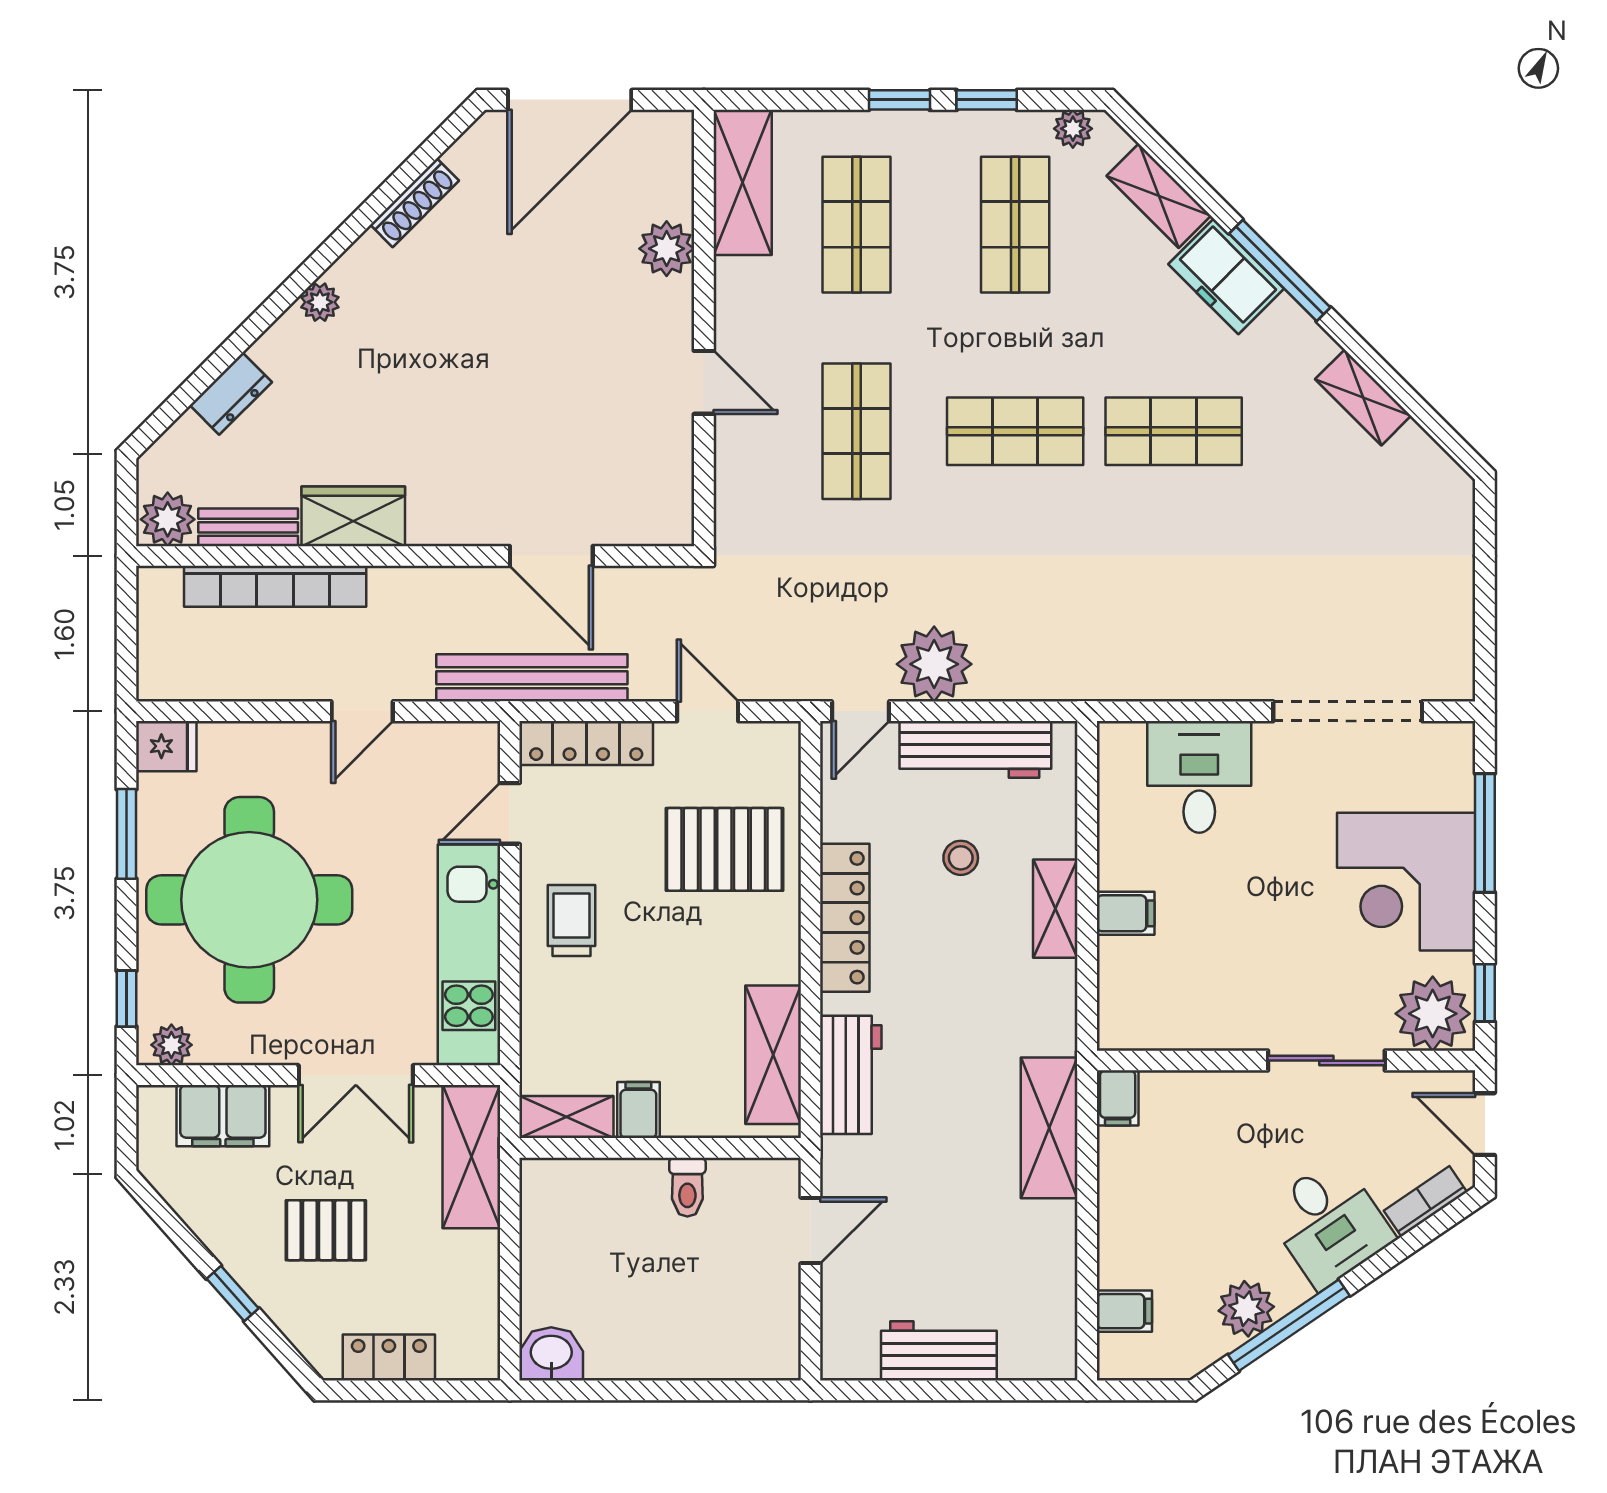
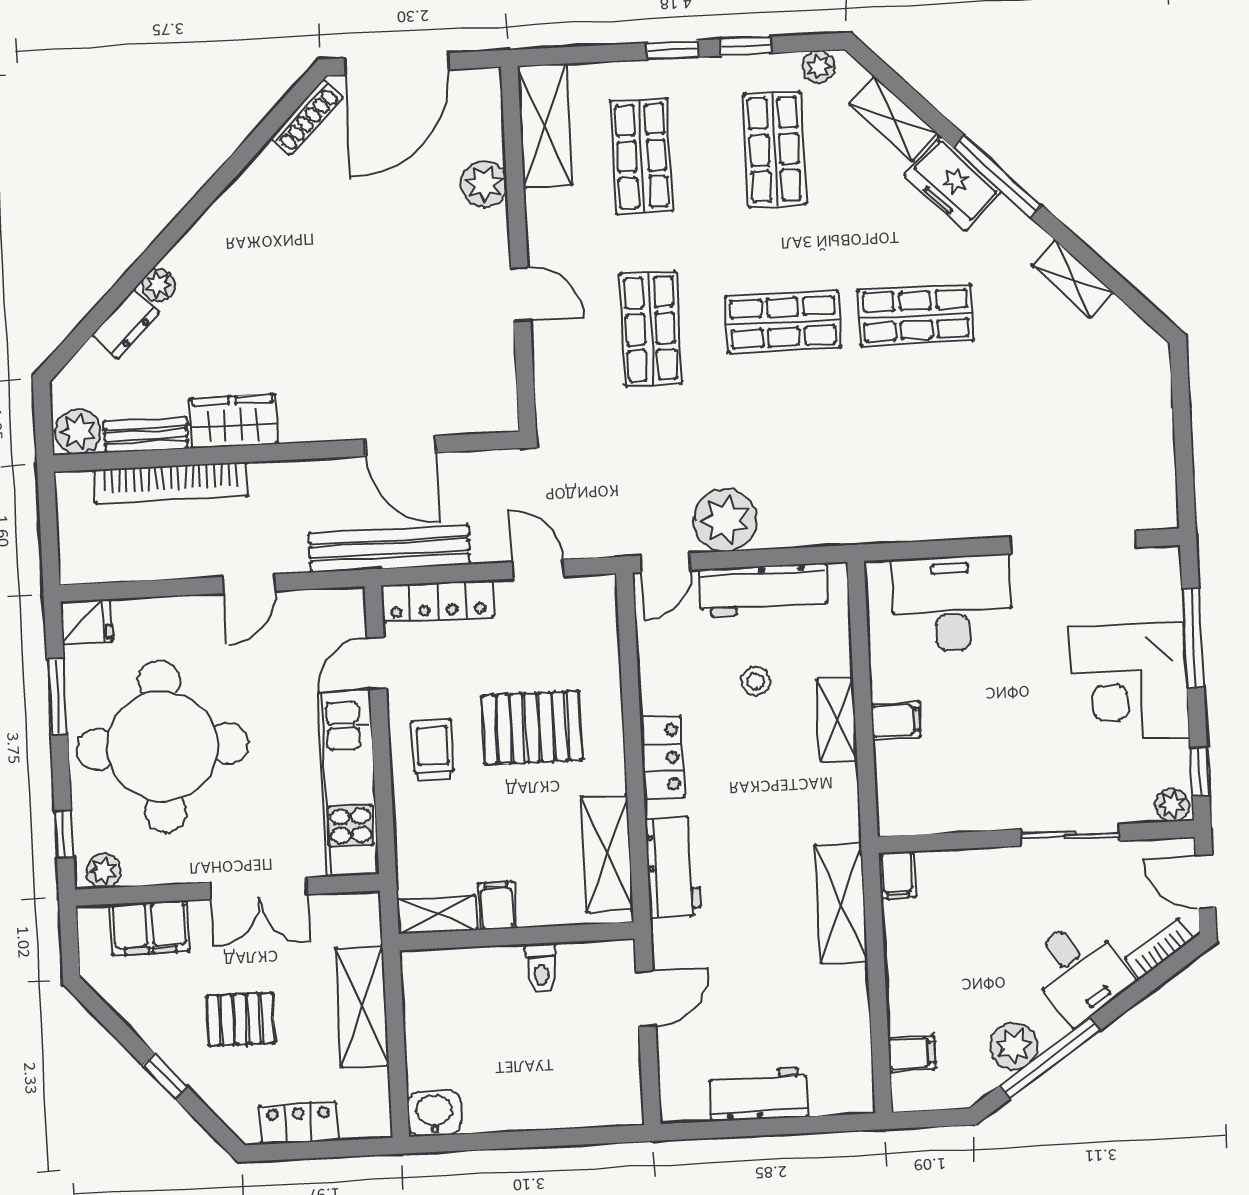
shoe rack: (415, 203) -> (307, 117), moved
plant: (320, 302) -> (159, 285), moved
desk: (1199, 777) -> (952, 603), width x1.37
pallet: (724, 849) -> (532, 728), moved
locker: (845, 918) -> (662, 757), width x0.66
plant: (1433, 1014) -> (1172, 805), width x0.53, depth x0.53
shelving: (471, 1157) -> (362, 1007), moved

